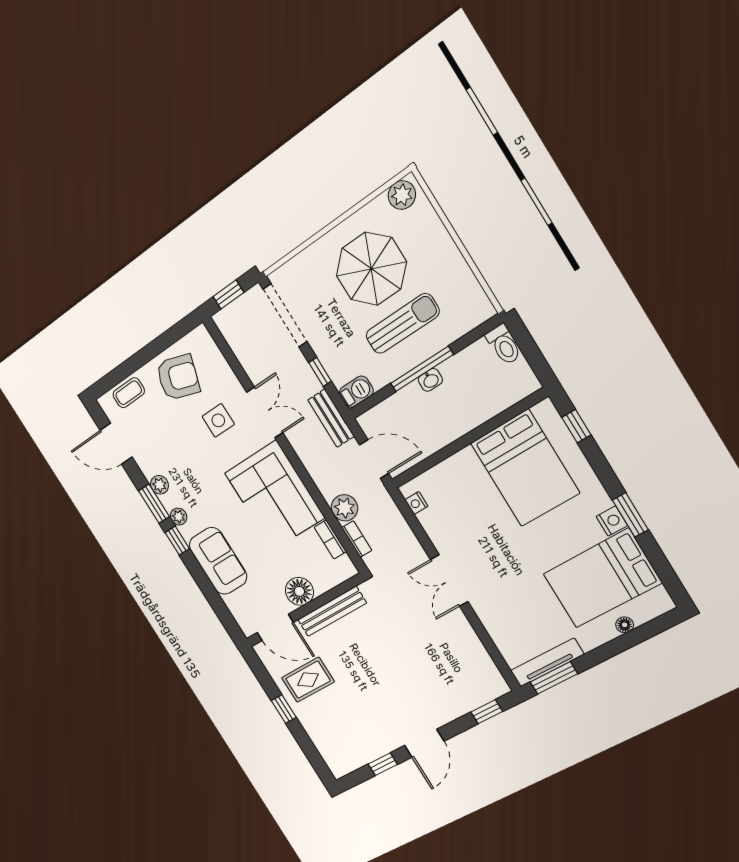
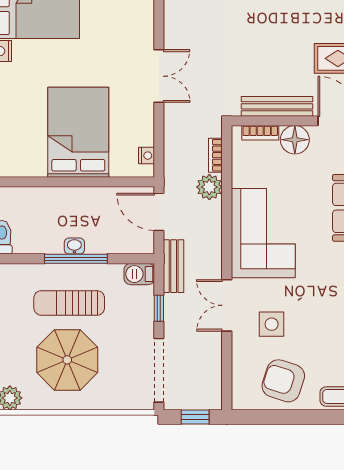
bed: (525, 468) -> (78, 132), moved
bookcase: (330, 539) -> (260, 133), moved, turned 90

